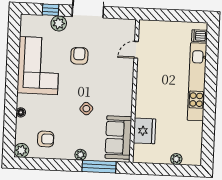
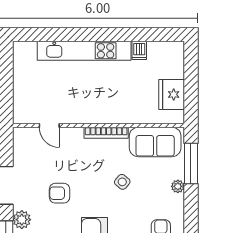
dishwasher: (199, 36) -> (139, 50), moved
bookcase: (128, 97) -> (106, 133), added
fridge: (145, 131) -> (172, 94), moved, turned -90
plant: (176, 159) -> (178, 71), removed

